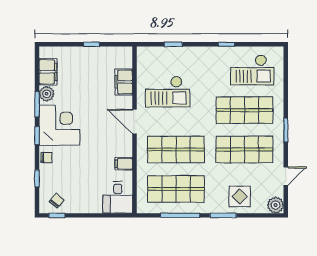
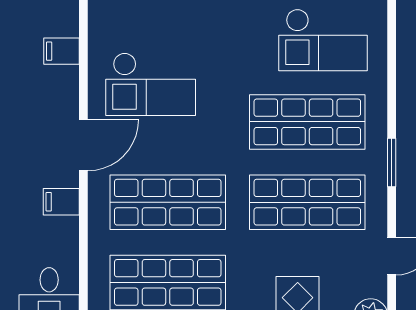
filing cabinet: (124, 82) -> (61, 51), width x0.50
door: (135, 122) -> (83, 145), swing flipped
filing cabinet: (124, 164) -> (61, 202), moved

